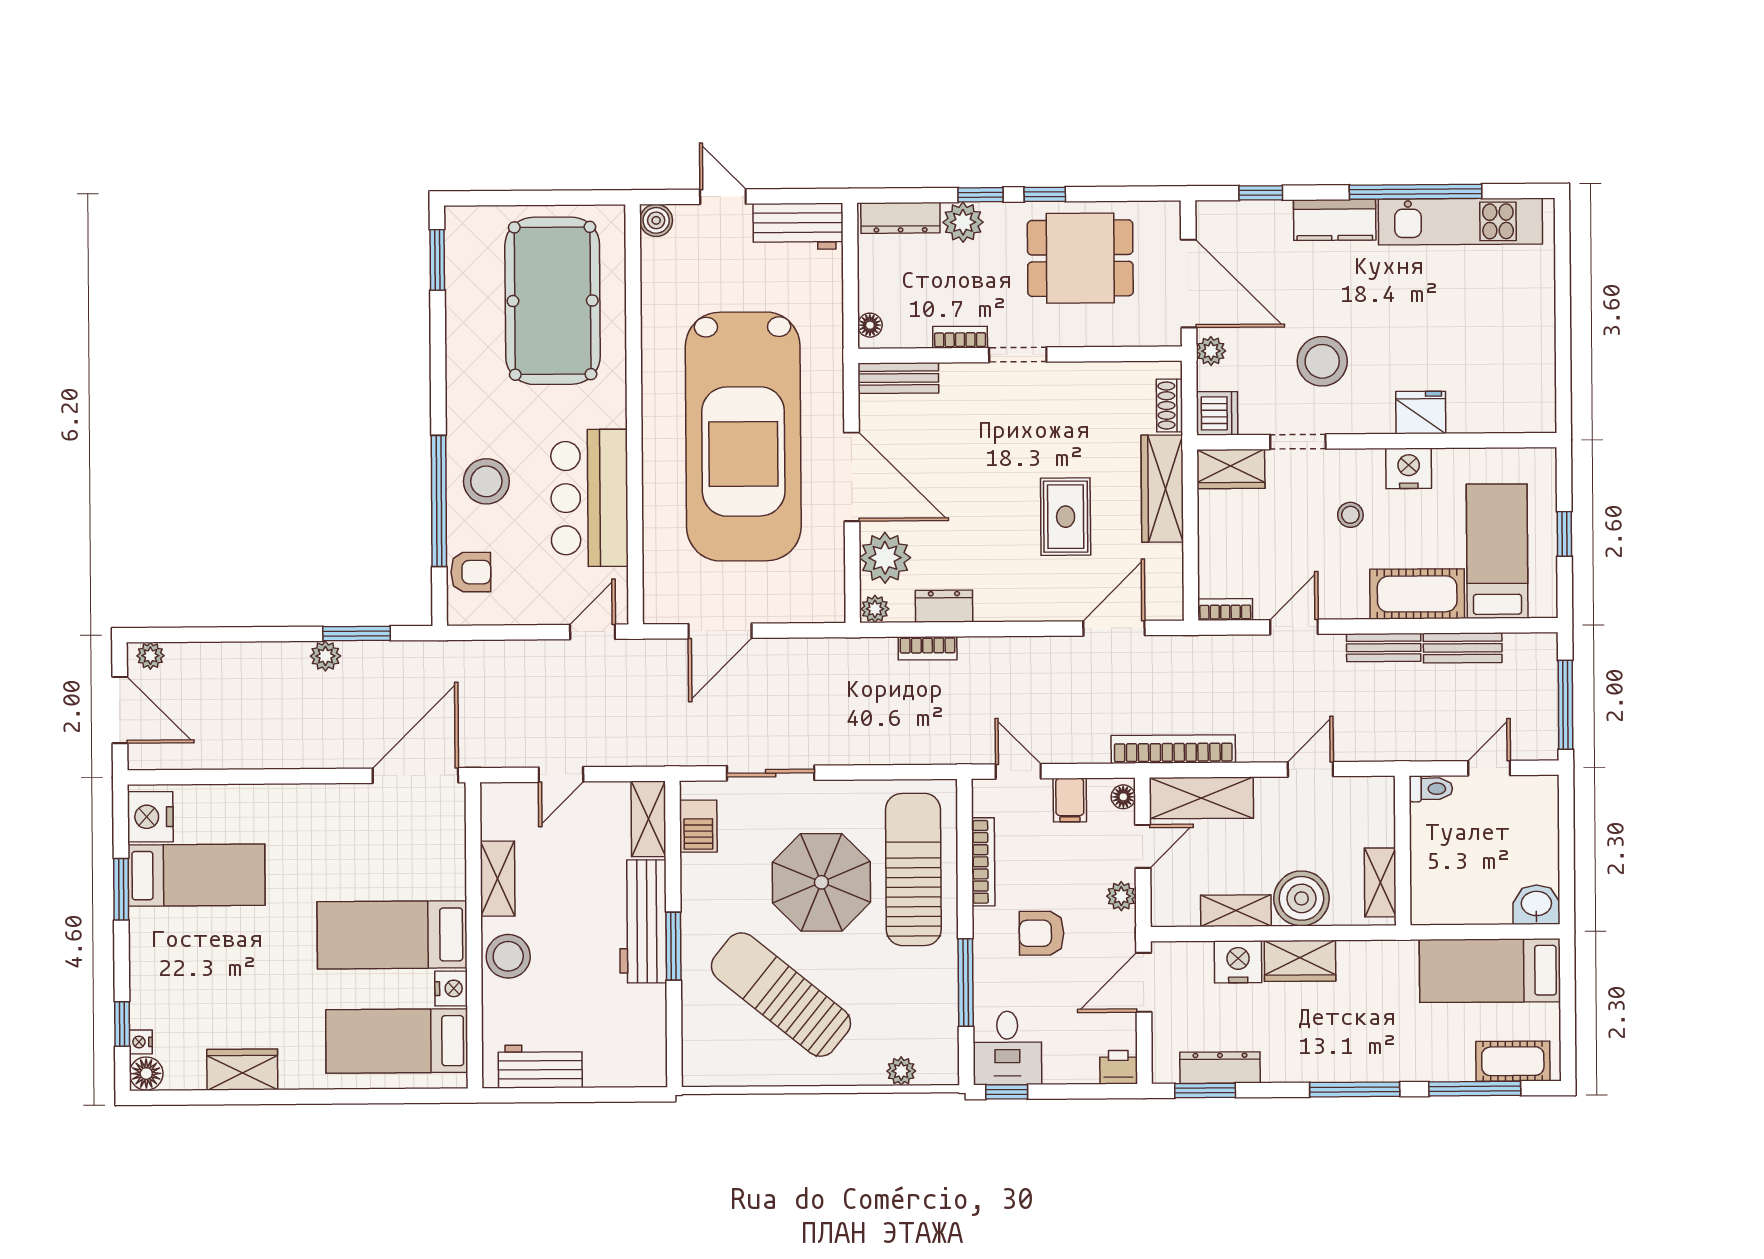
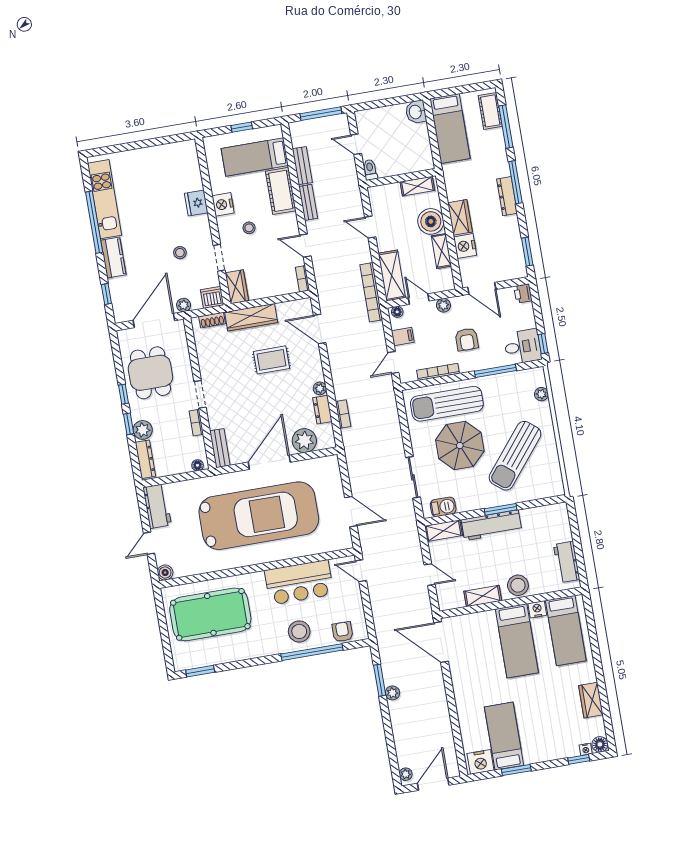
stool: (1322, 361) -> (180, 253), width x0.53, depth x0.53
plant: (875, 609) -> (320, 388), moved
dresser: (1220, 1068) -> (507, 196), moved

